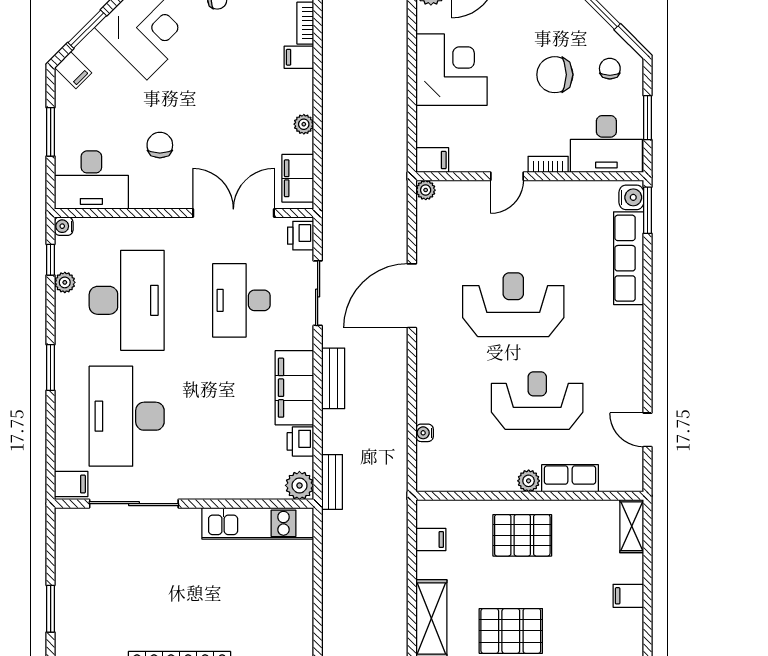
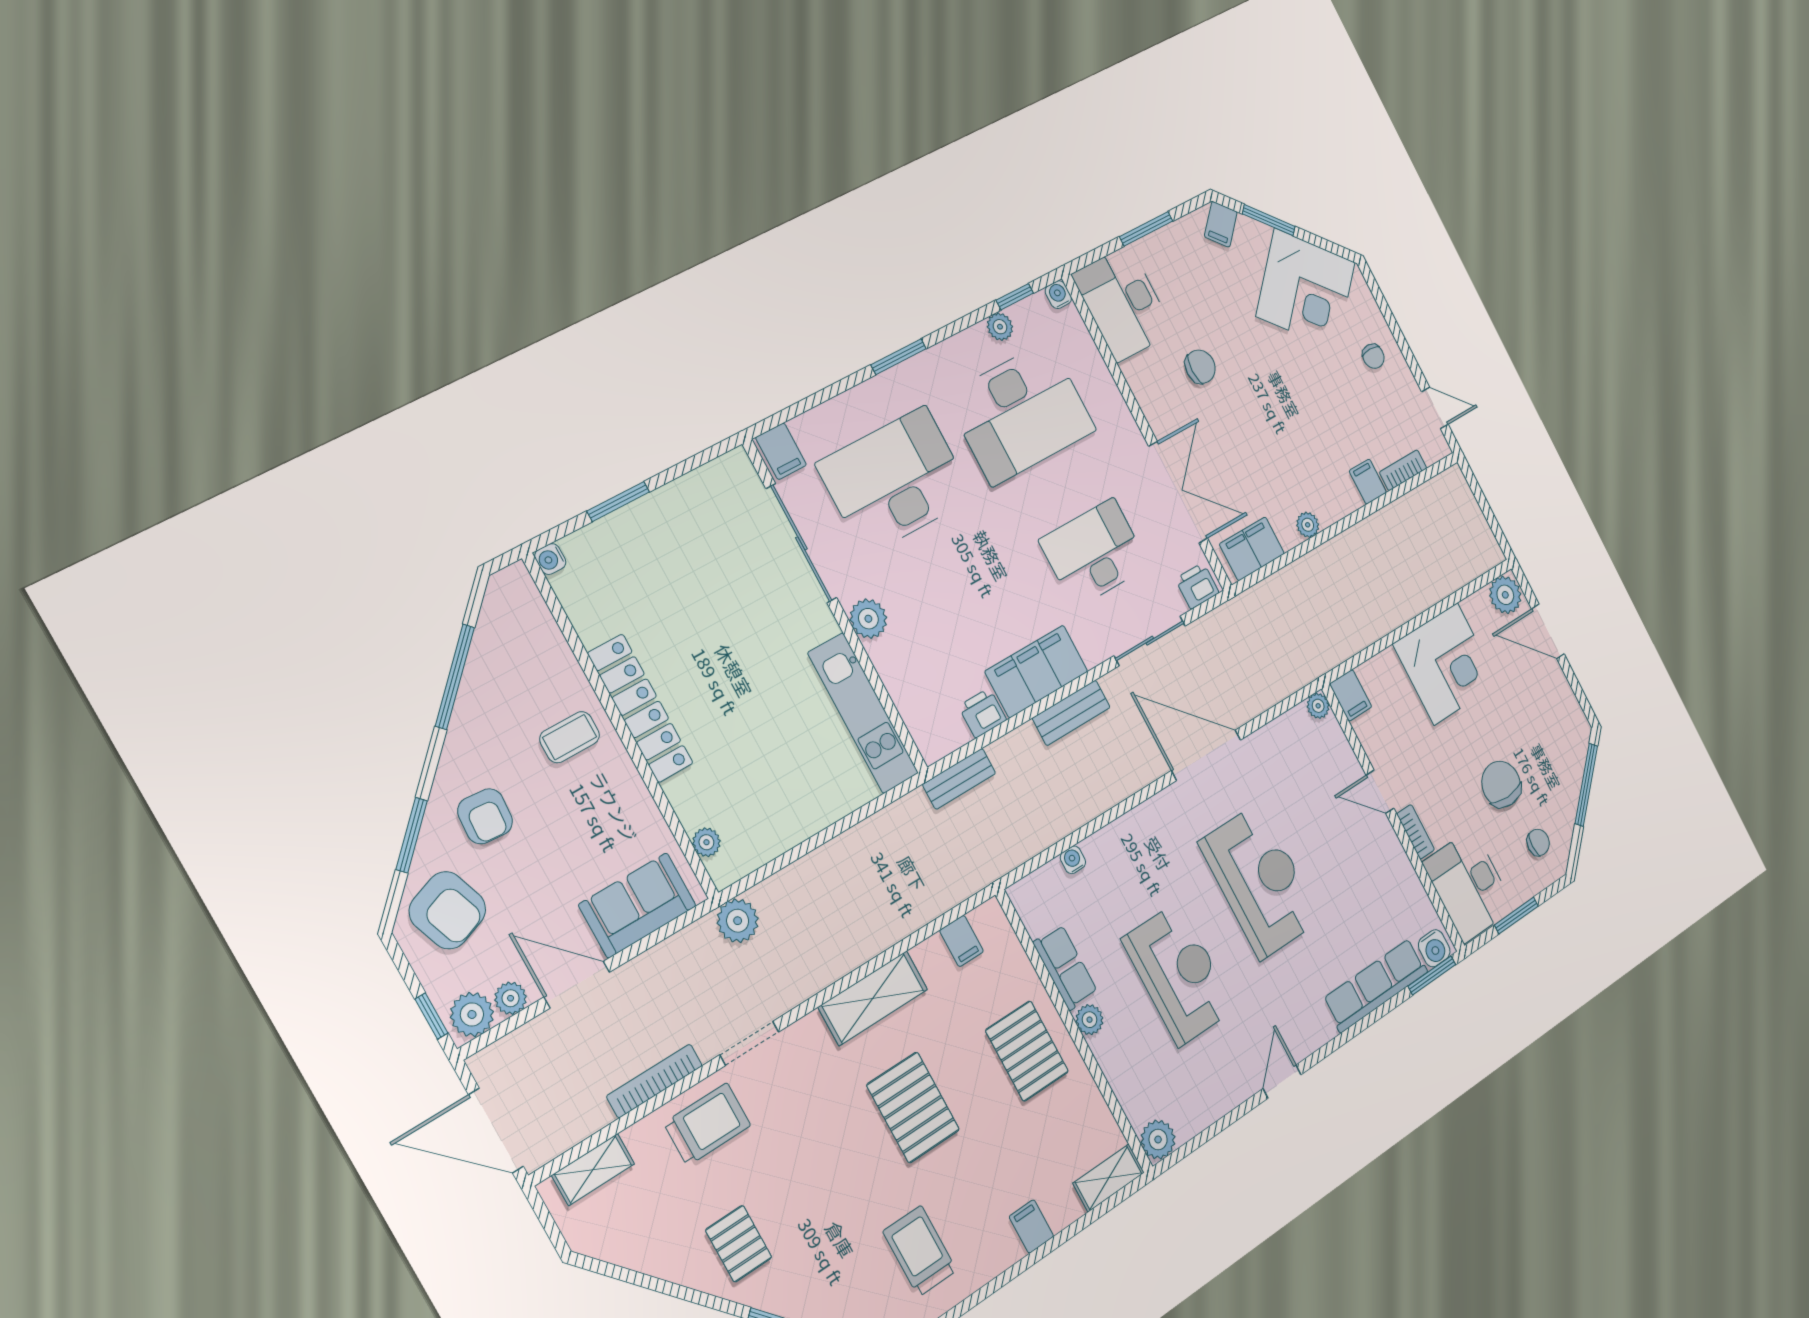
door: (648, 430) -> (1282, 1082), moved
row of seats: (570, 478) -> (1065, 967), moved
plant: (630, 478) -> (1158, 1139), added
plant: (299, 485) -> (868, 619), moved

